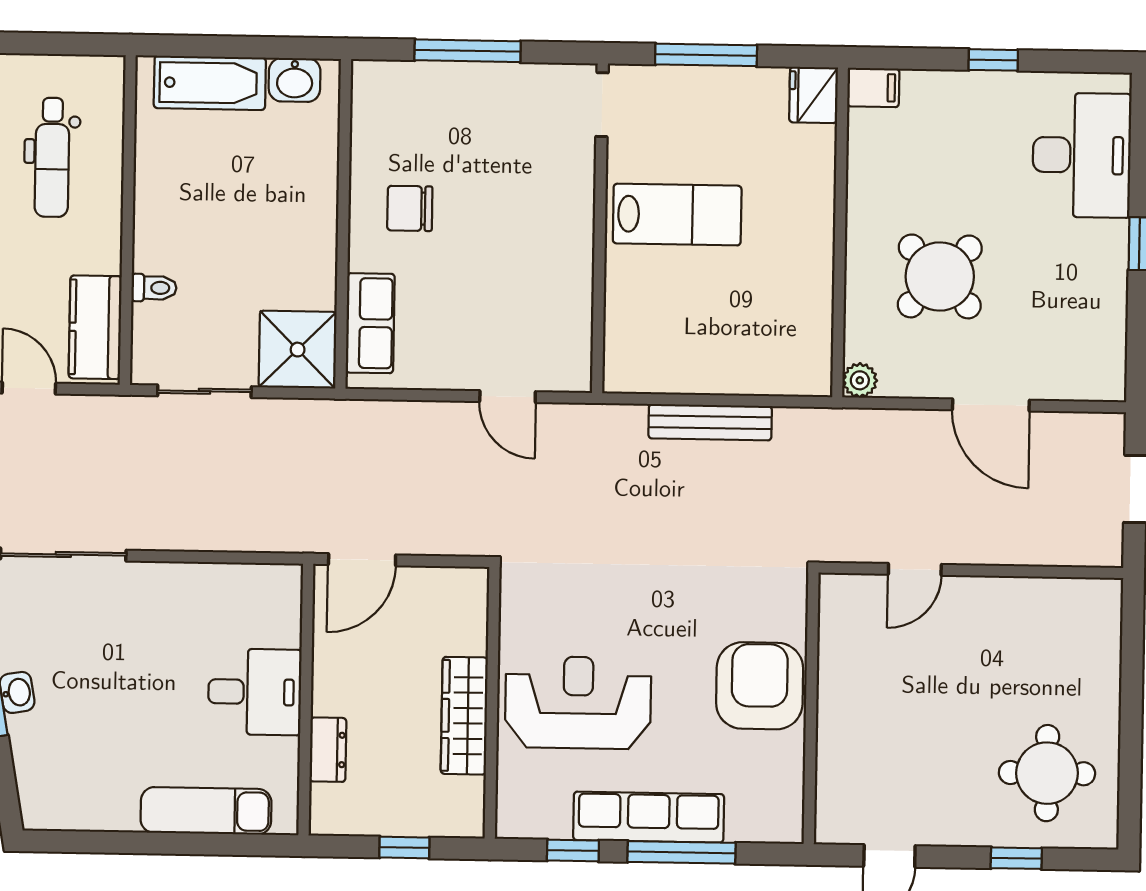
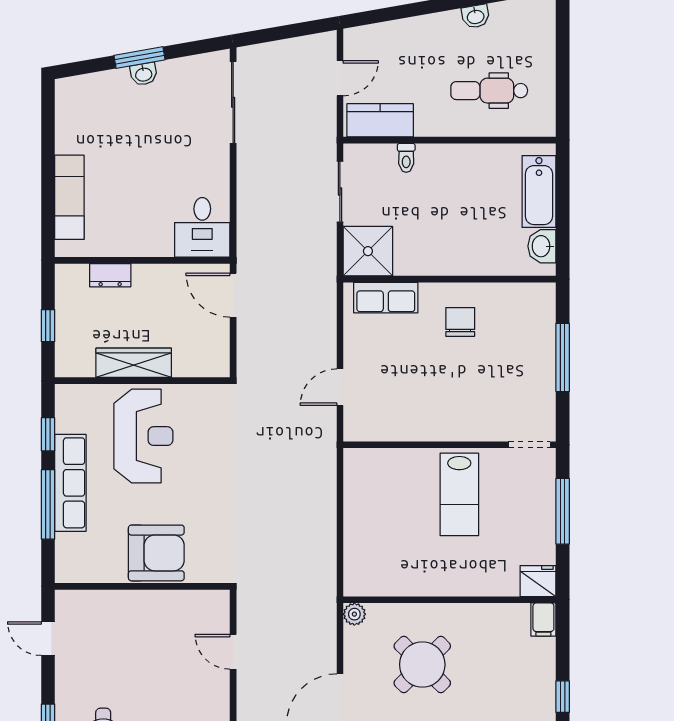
bench: (710, 422) -> (326, 518), removed
desk: (255, 692) -> (202, 227), moved

